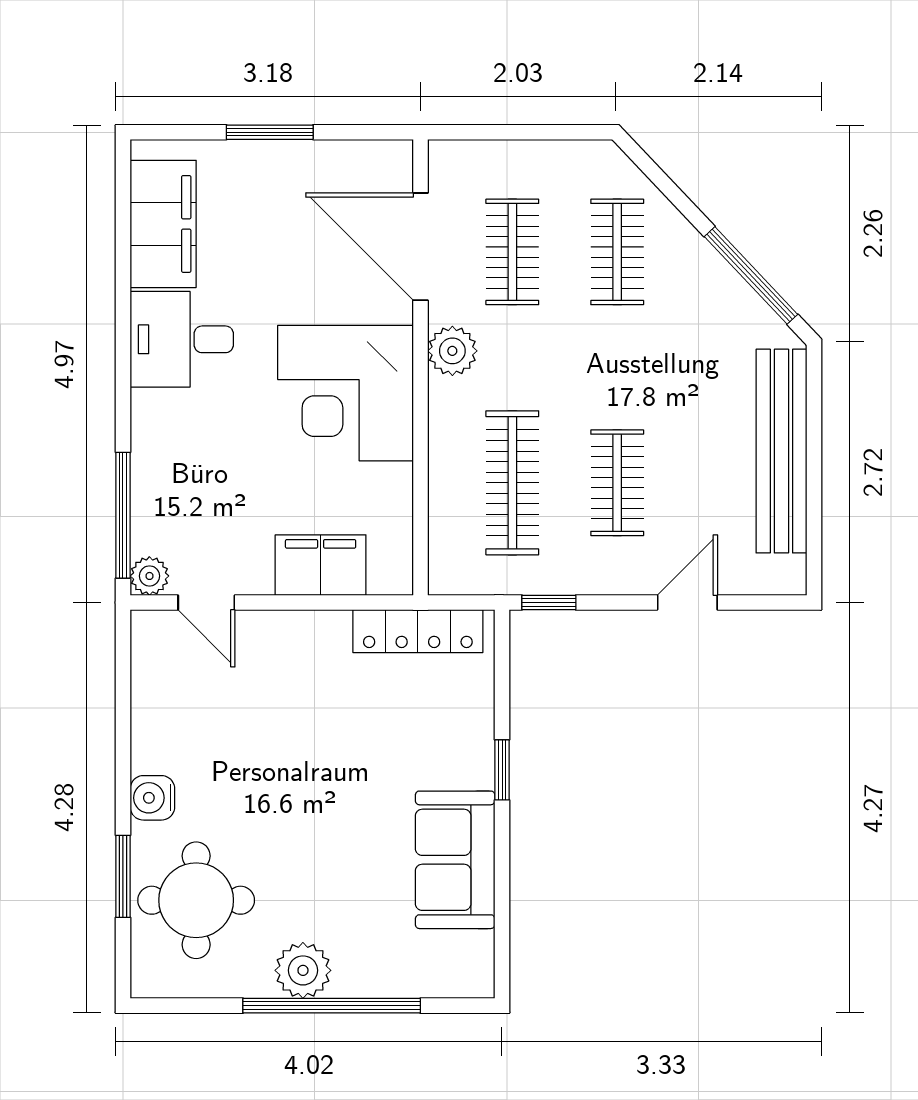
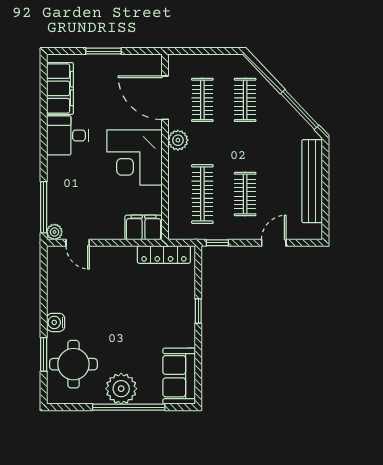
filing cabinet: (321, 565) -> (144, 228), moved
sofa: (455, 860) -> (179, 376), moved
plant: (303, 970) -> (121, 389), width x1.36, depth x1.36

